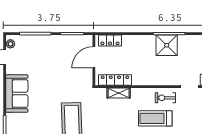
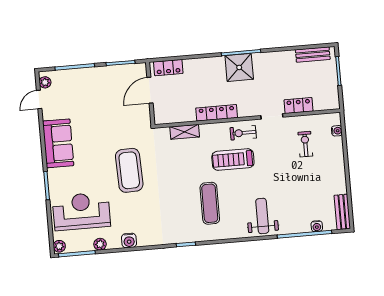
locker: (115, 80) -> (217, 113), moved

